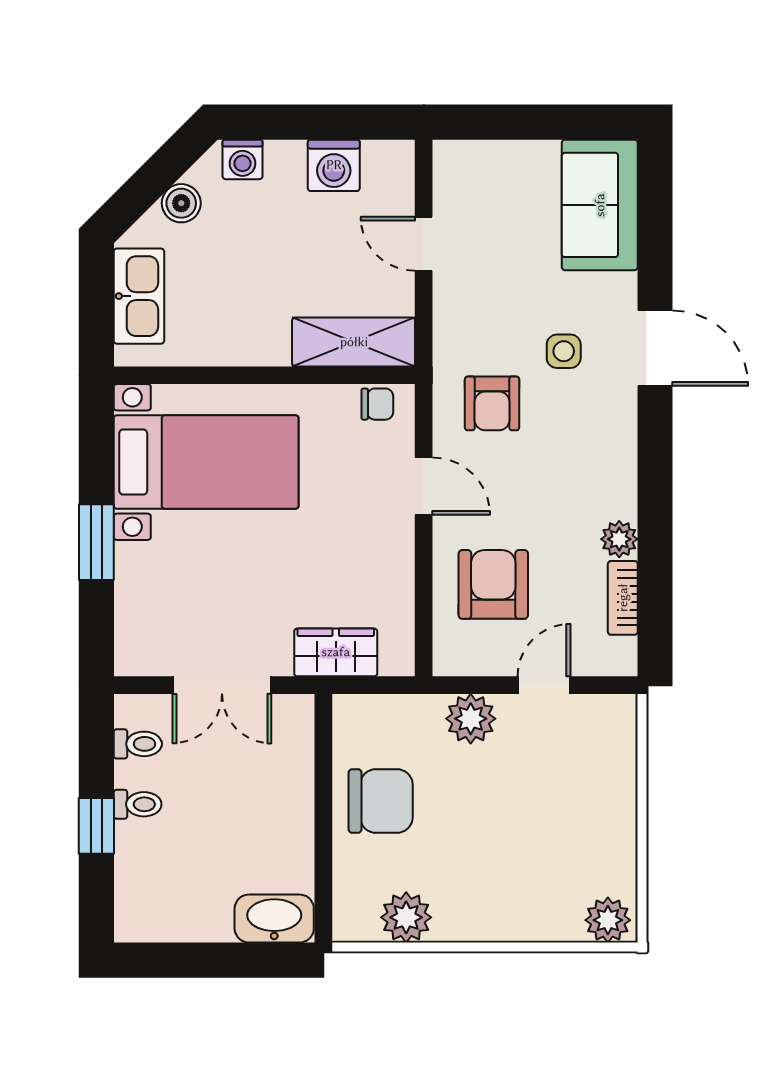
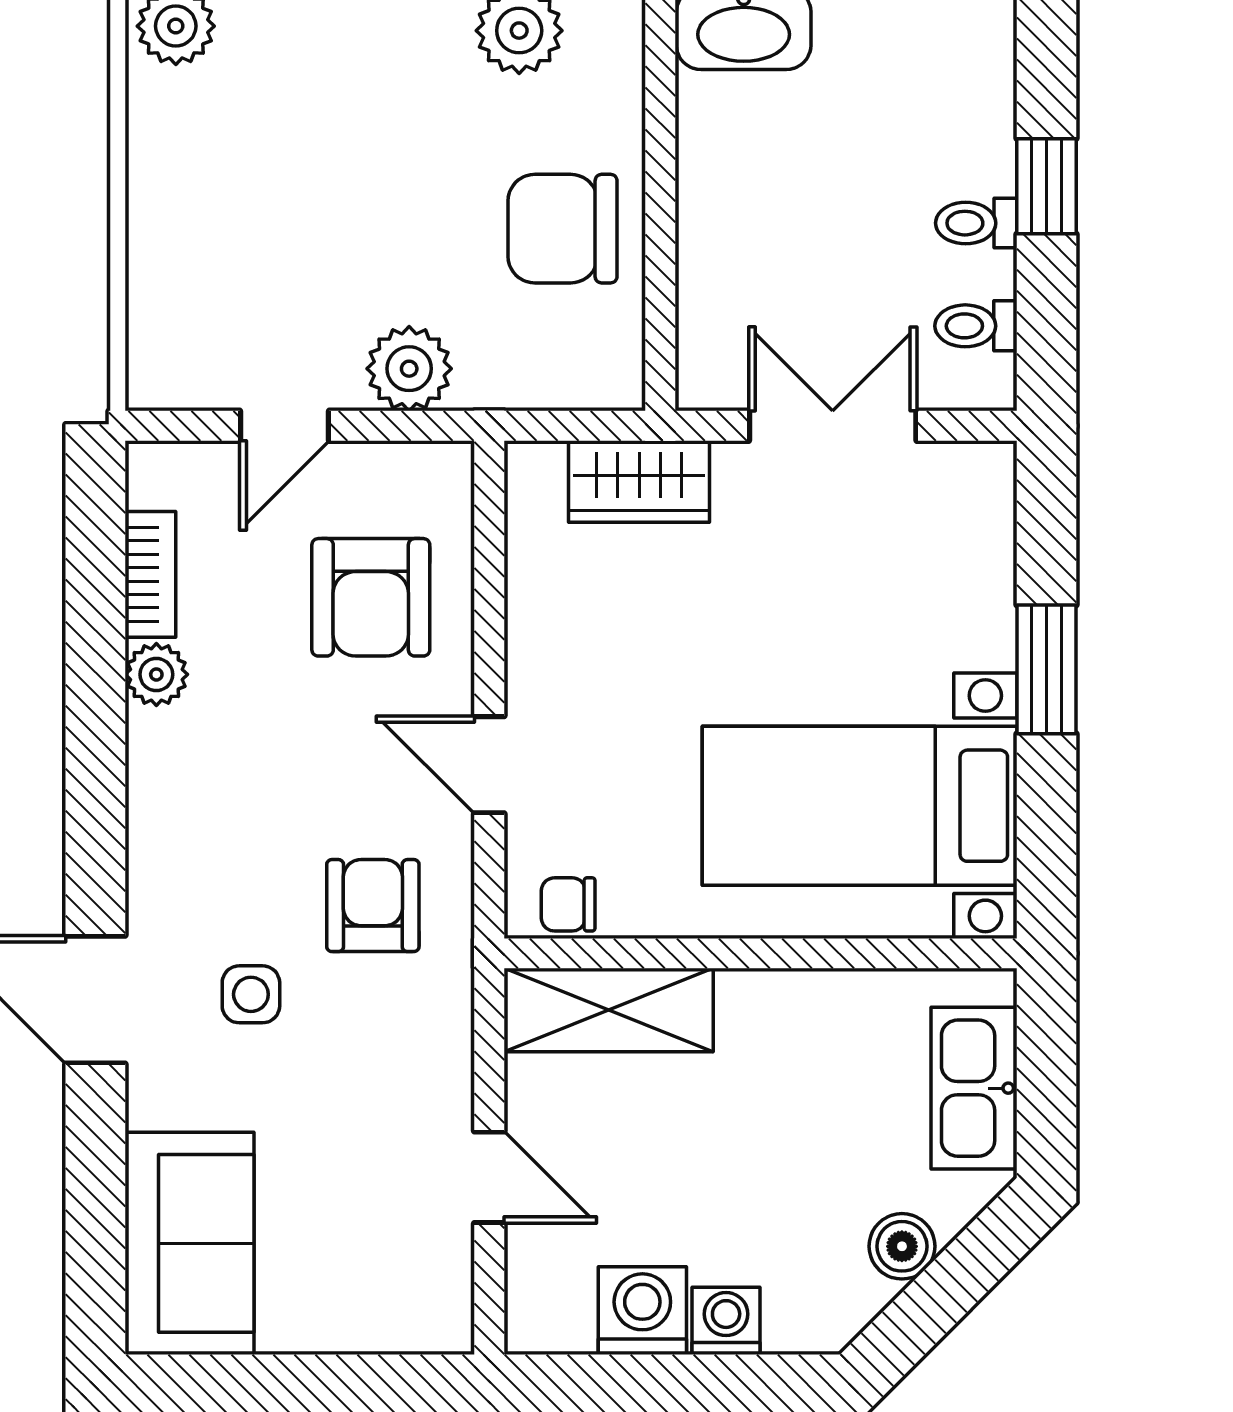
washing machine: (243, 159) -> (726, 1321), moved

